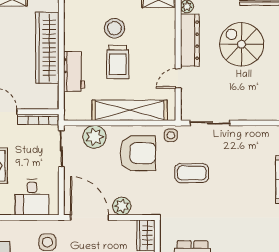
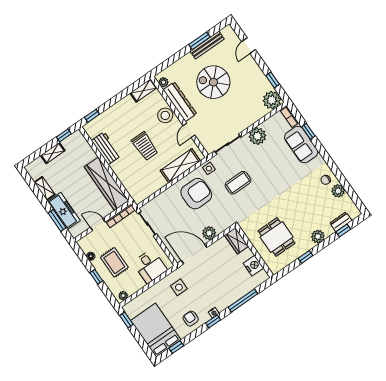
stool: (114, 28) -> (165, 115), moved
wardrobe: (47, 48) -> (106, 184), moved
workbench: (74, 72) -> (106, 148), moved
shelving: (130, 110) -> (180, 166), width x0.68
plant: (94, 137) -> (257, 136), moved

